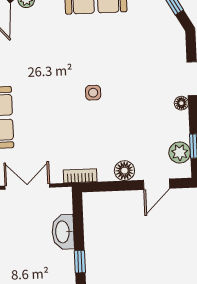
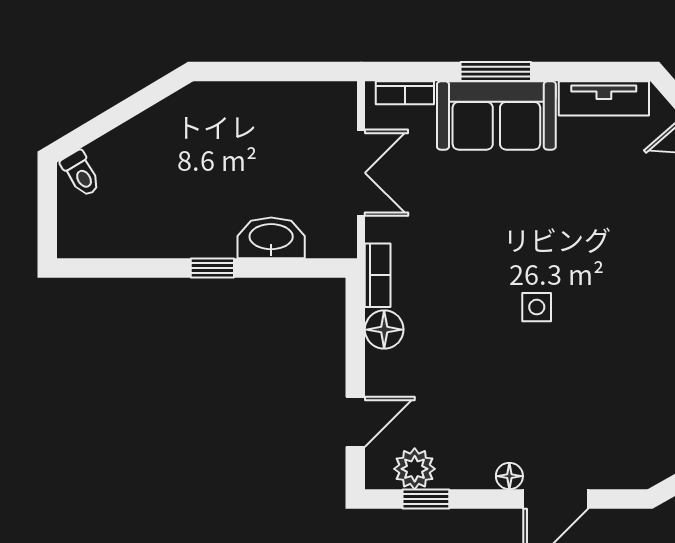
floor lamp: (124, 171) -> (384, 330), moved
door: (157, 184) -> (355, 422), swing flipped

